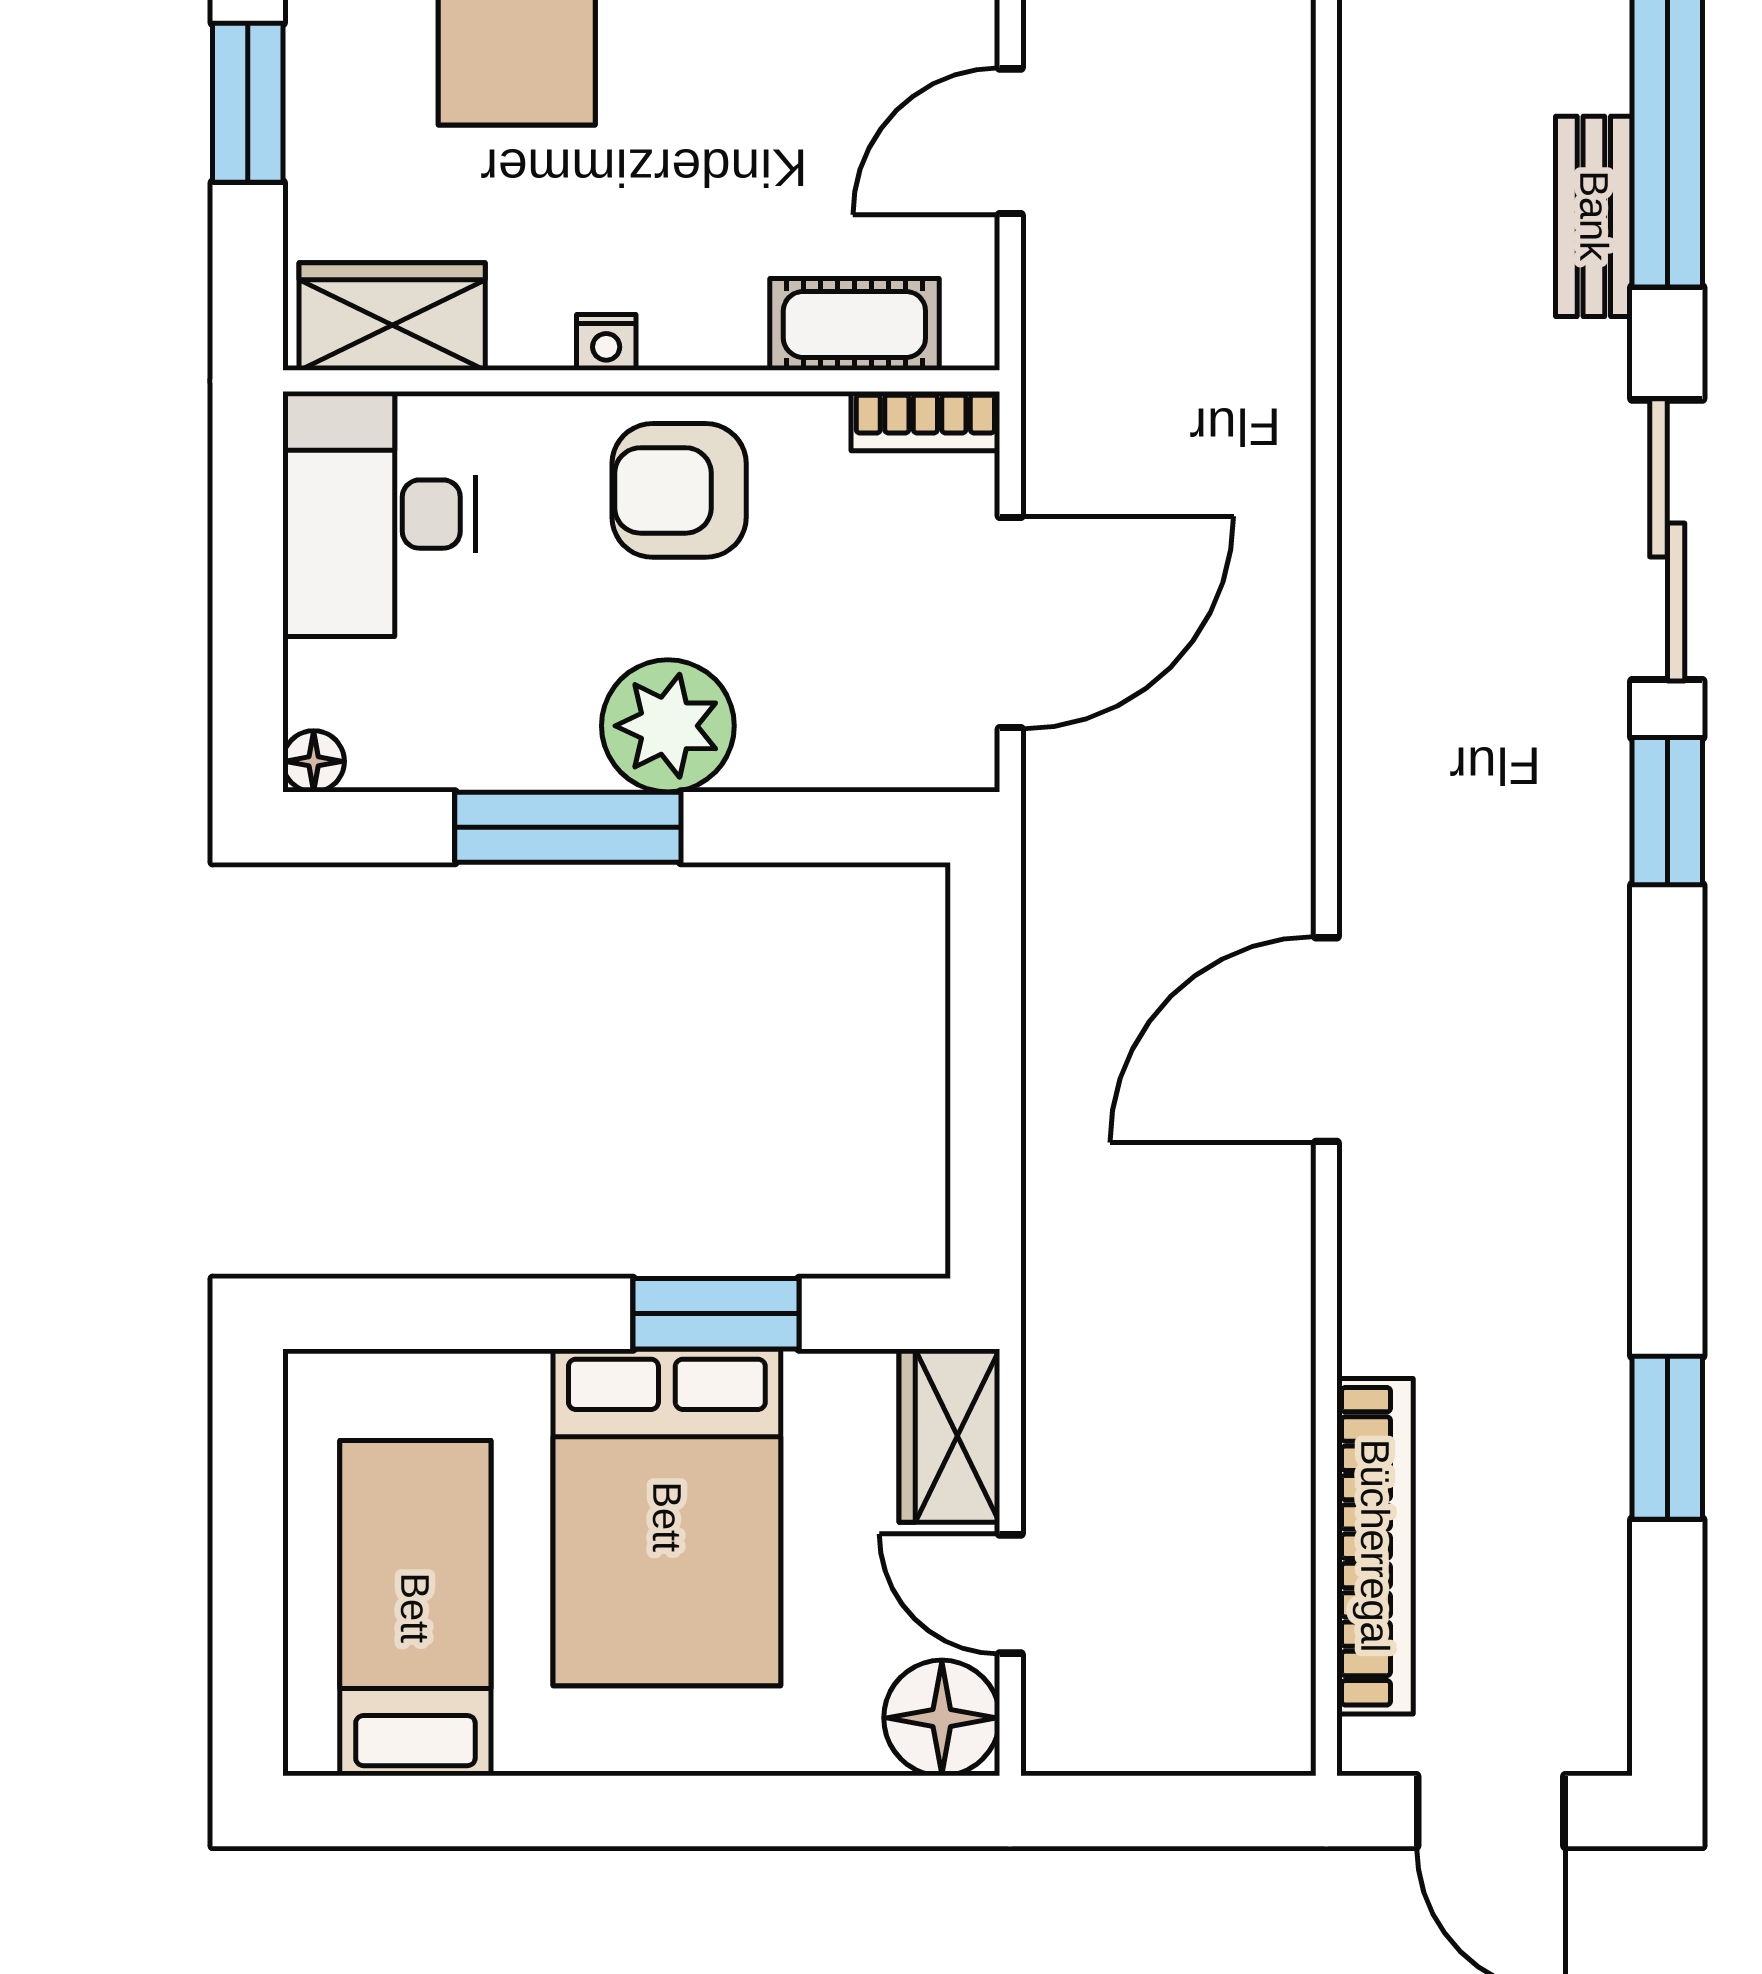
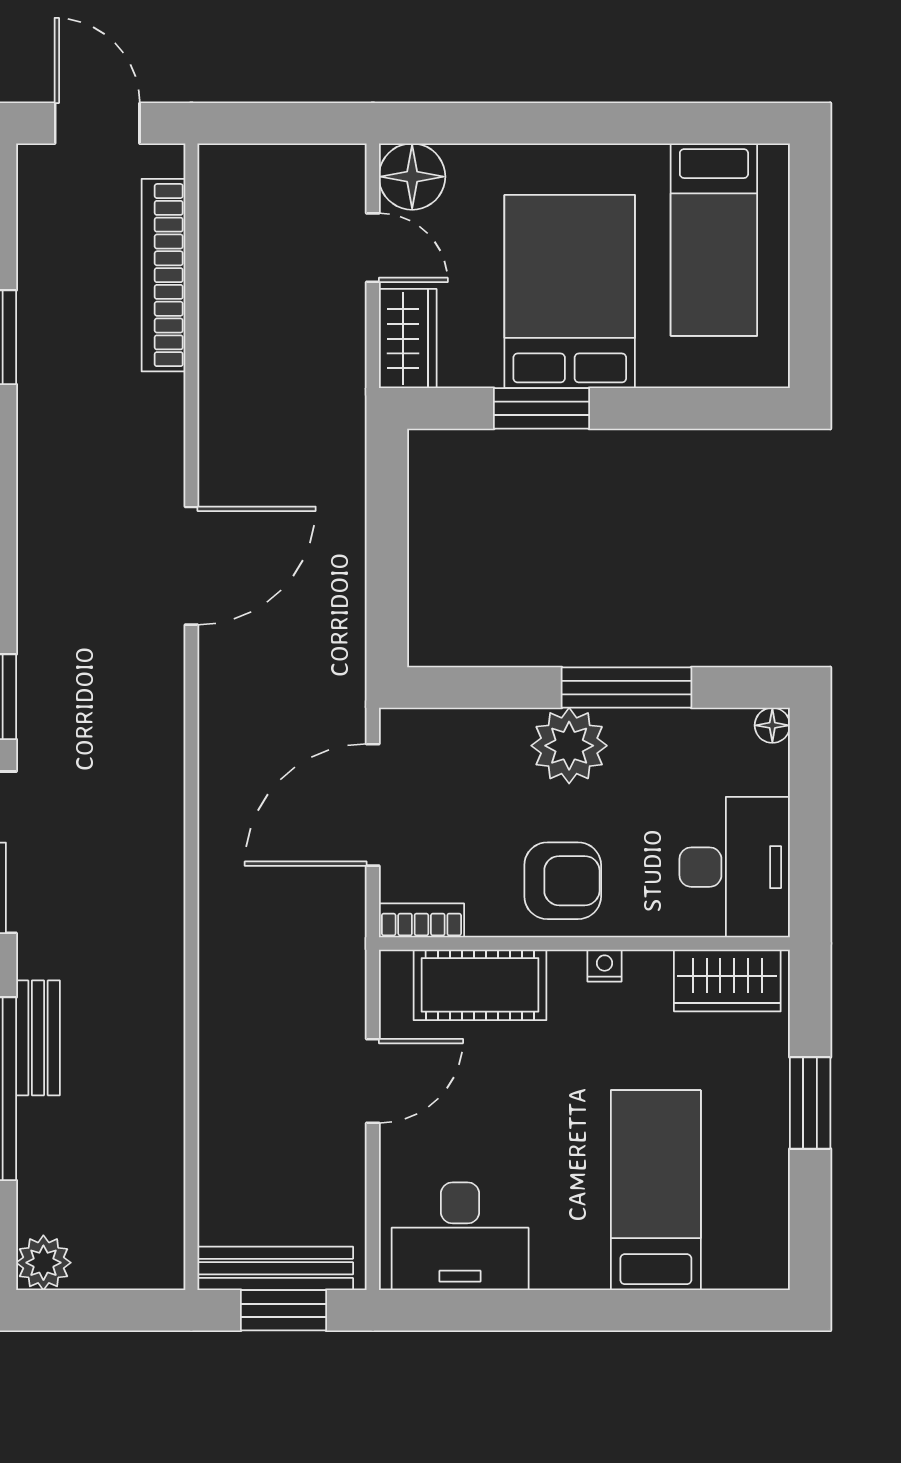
cot: (854, 324) -> (480, 985), width x1.37, depth x1.34

